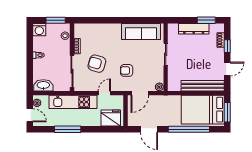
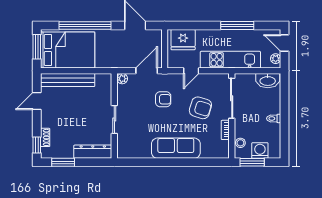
dresser: (194, 29) -> (93, 152), moved
washing machine: (39, 30) -> (260, 150), moved
sofa: (141, 31) -> (176, 148), moved
window: (227, 46) -> (37, 145), moved

